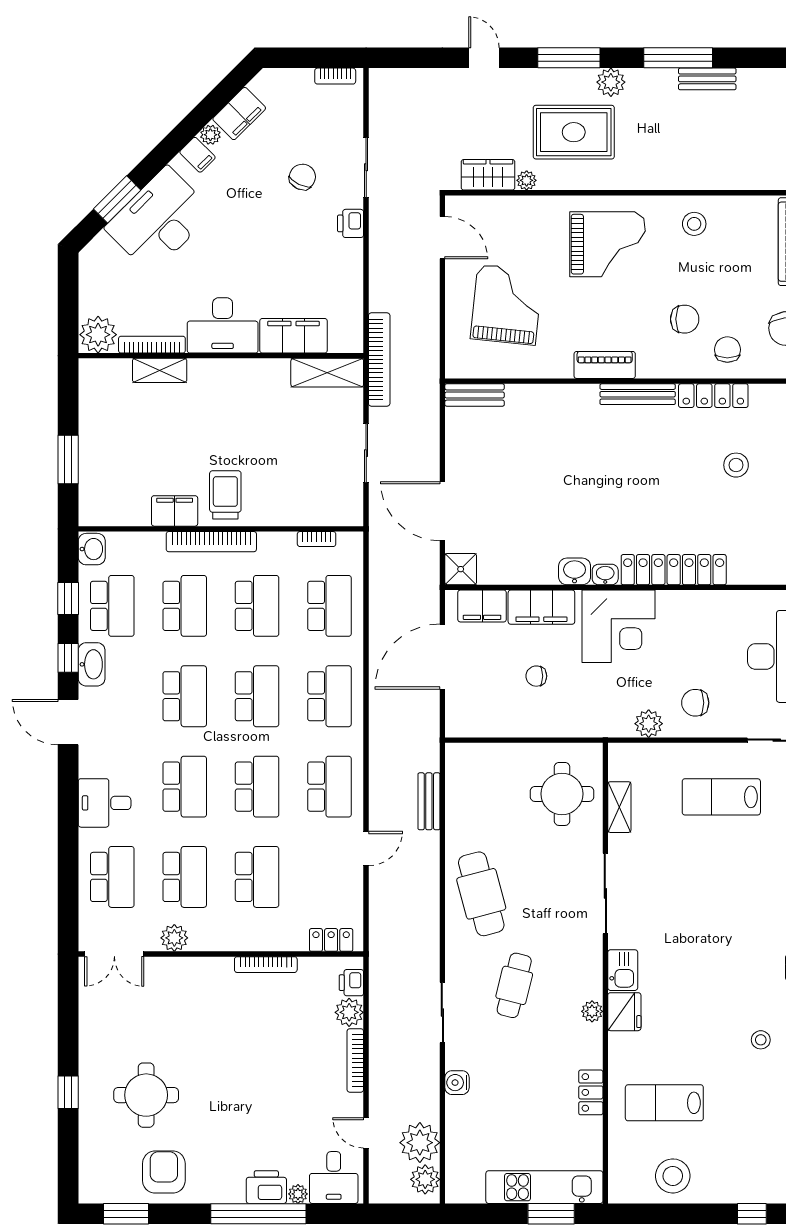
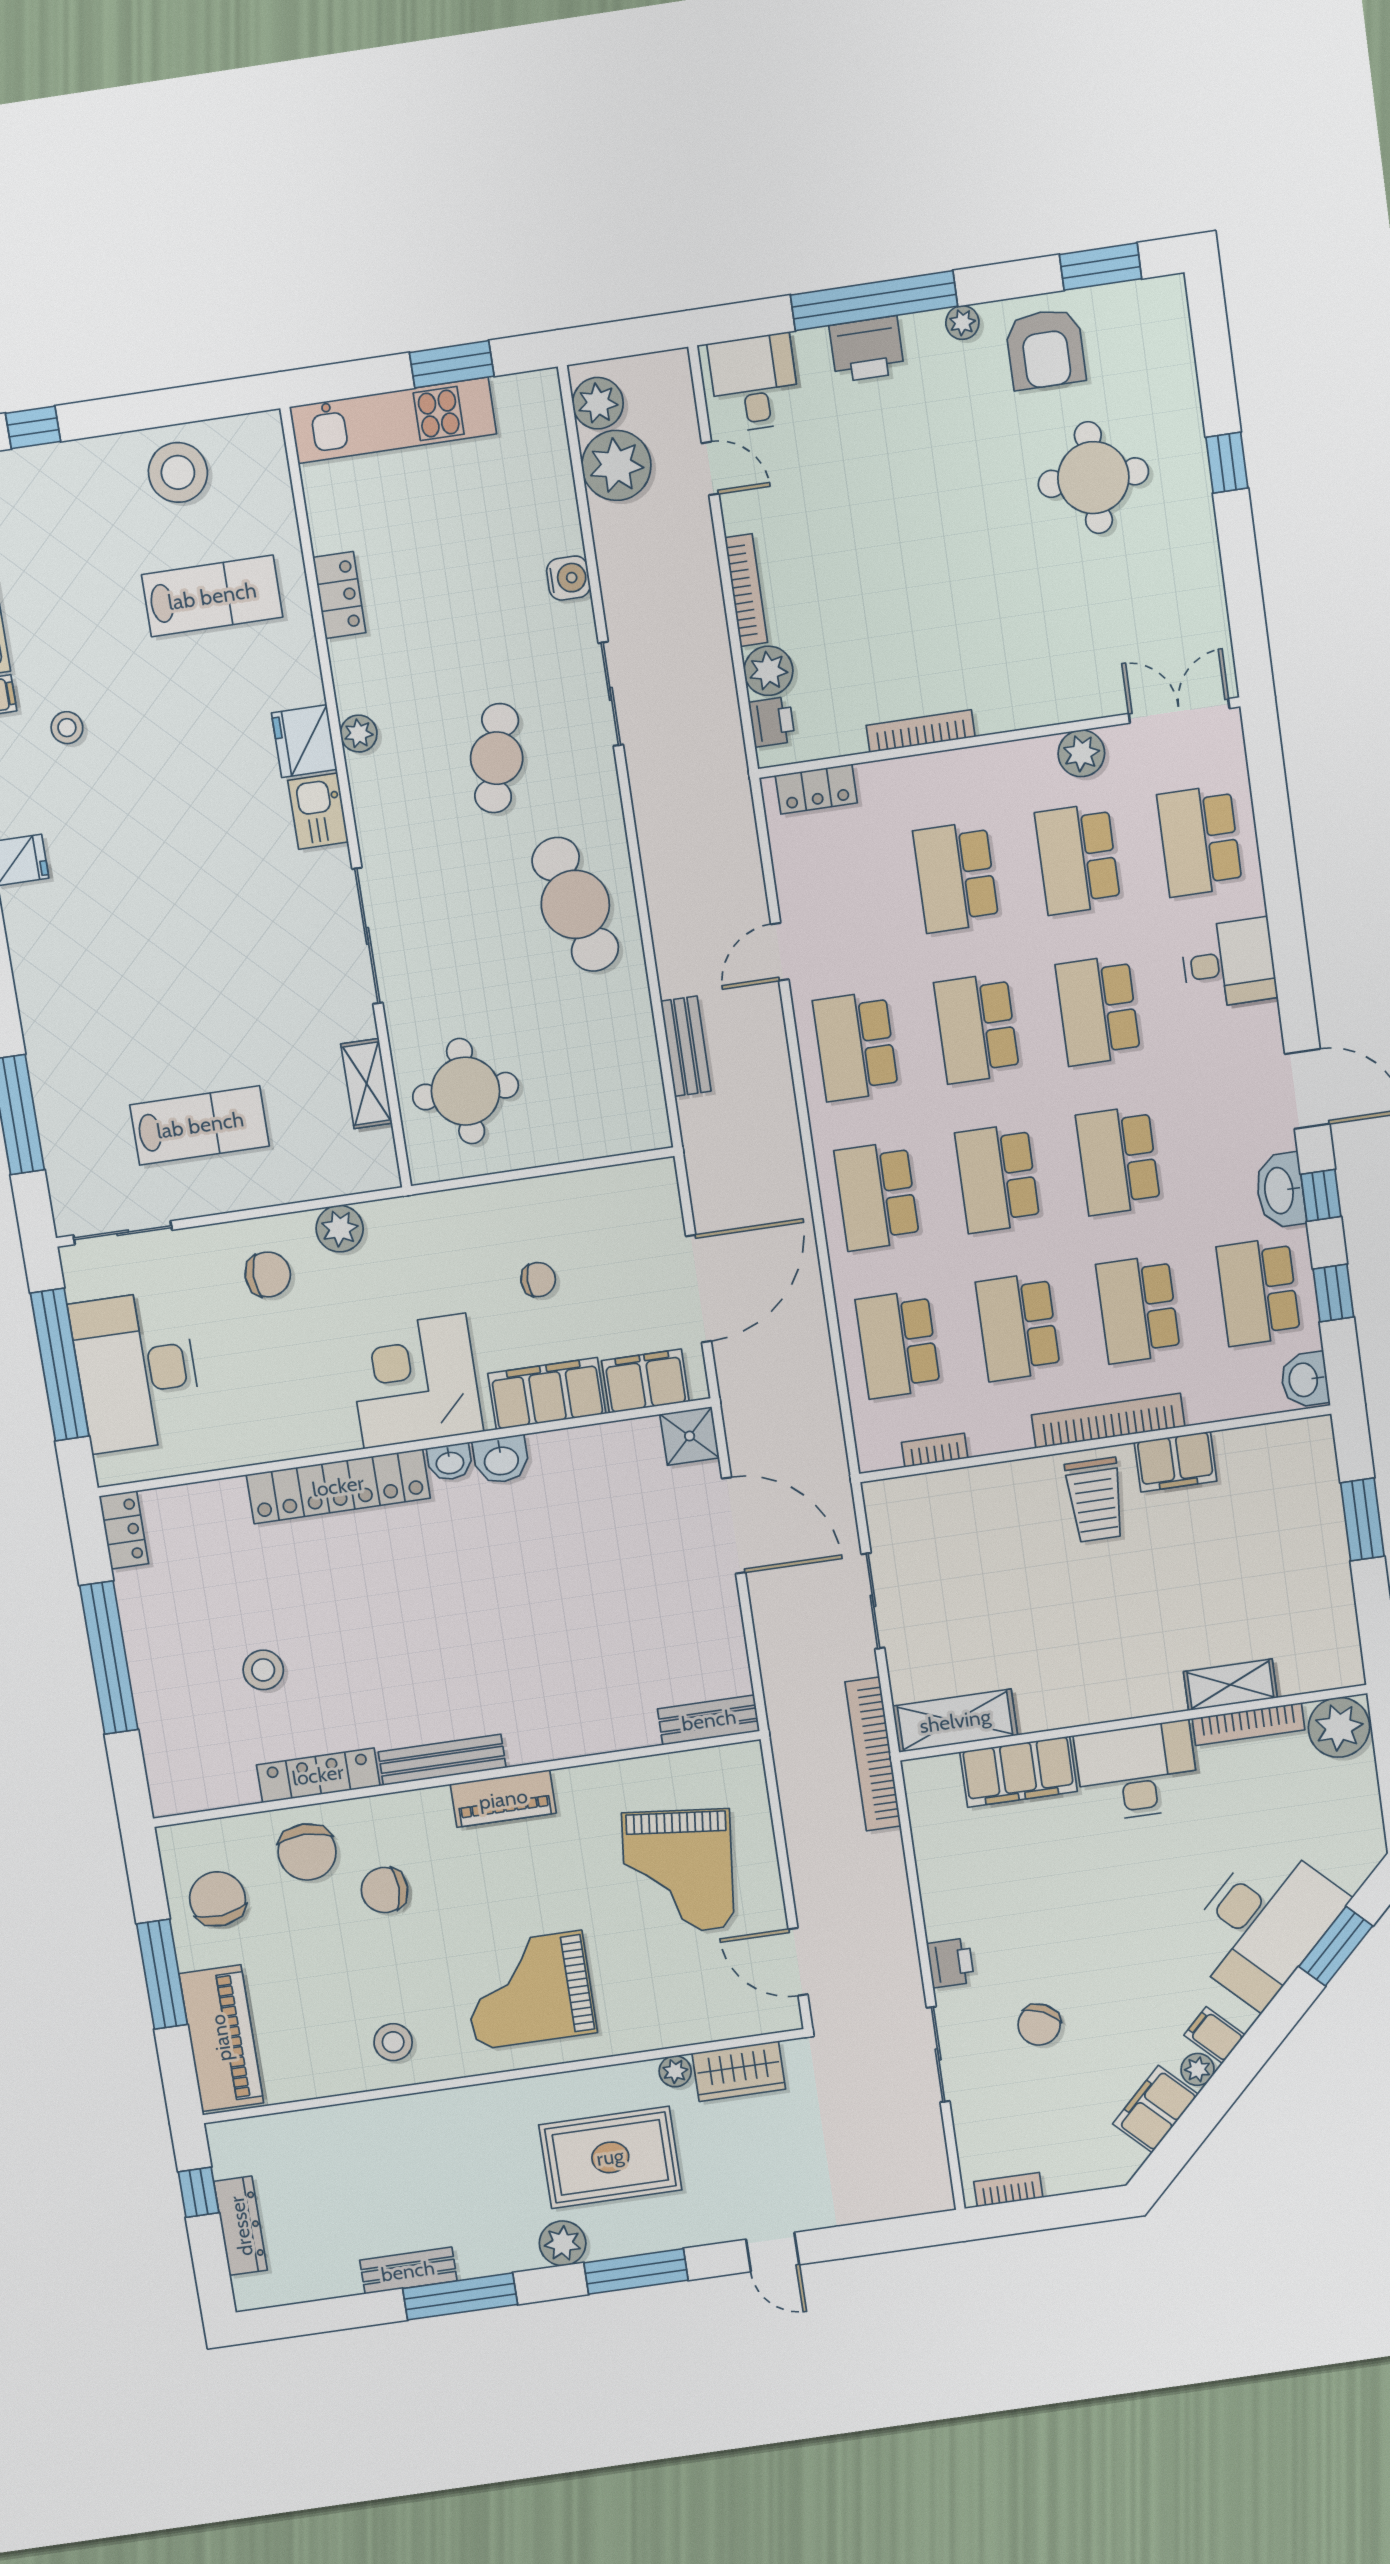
chair: (727, 350) -> (307, 1852), width x1.37, depth x1.37
plant: (298, 1194) -> (962, 323), moved
window: (551, 1214) -> (452, 364), moved

